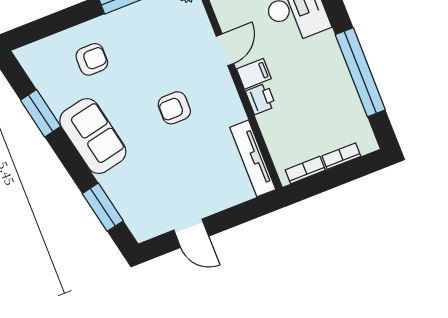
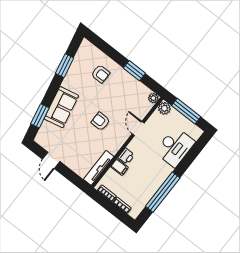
door: (225, 50) -> (138, 129), swing flipped
filing cabinet: (254, 74) -> (119, 167), moved
sofa: (93, 136) -> (61, 107), moved

